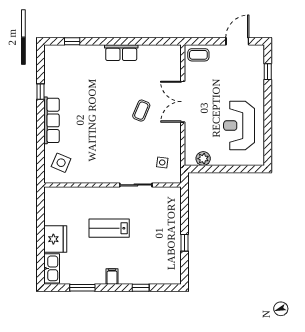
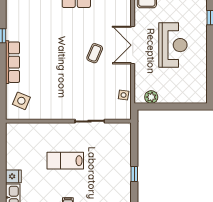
reception desk: (239, 126) -> (173, 45), moved, turned 180
side table: (162, 162) -> (124, 95), moved
fridge: (55, 239) -> (13, 176), width x0.53, depth x0.75

